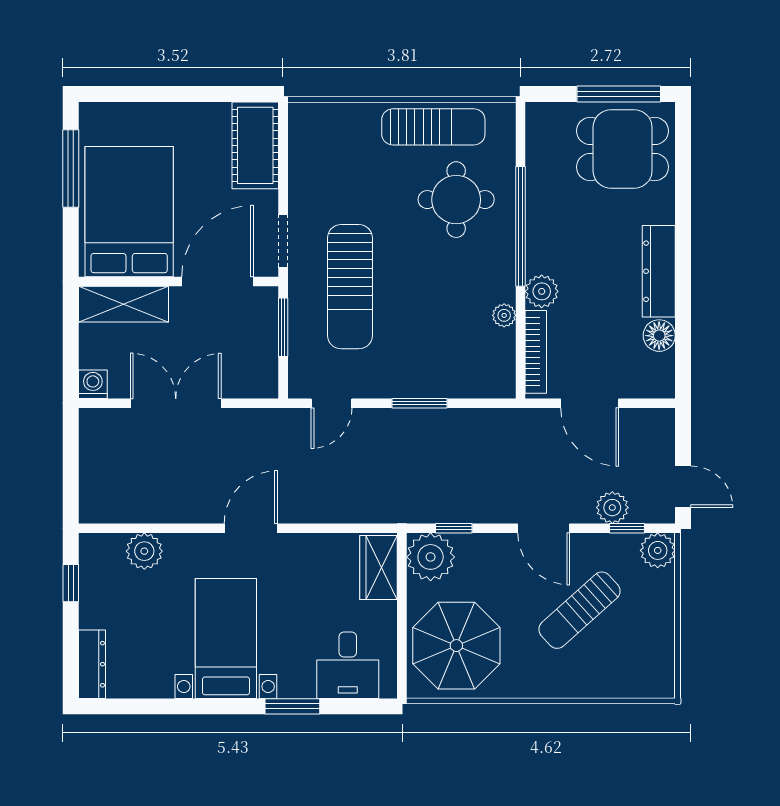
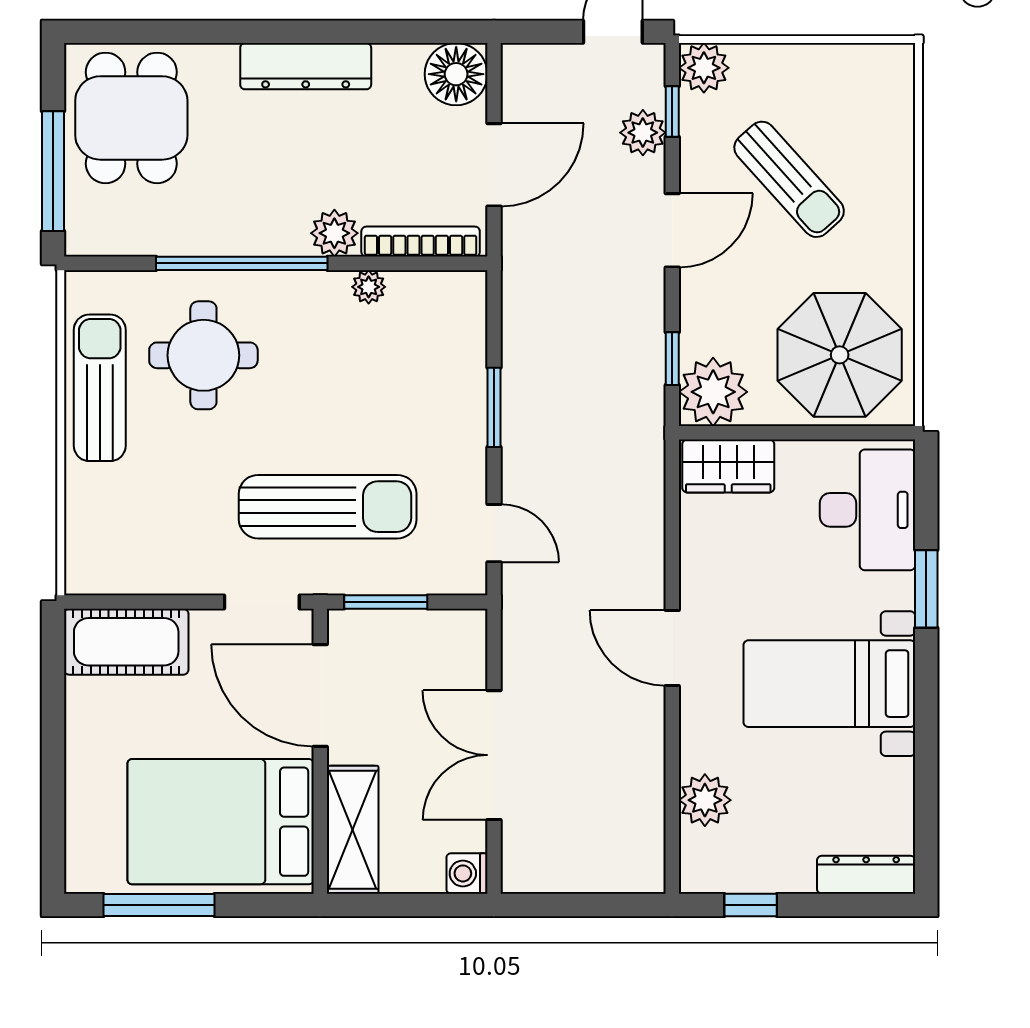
window: (619, 94) -> (53, 171), moved
floor lamp: (659, 336) -> (456, 74), moved, width x1.38, depth x1.38
desk: (348, 665) -> (868, 510), width x1.37

